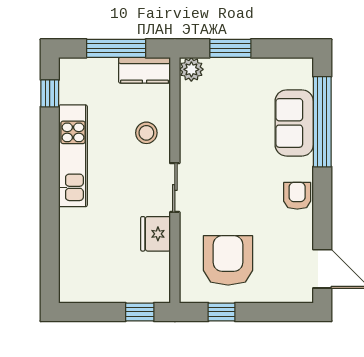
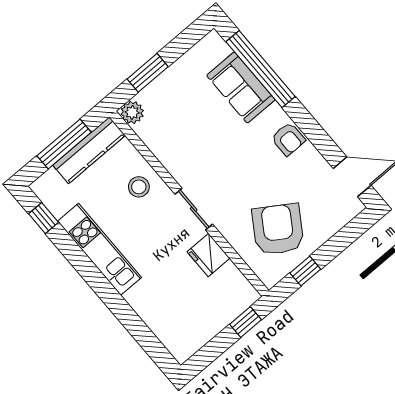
kitchen counter: (145, 70) -> (89, 150), width x1.50
armchair: (297, 196) -> (288, 139), turned 180
armchair: (228, 260) -> (278, 229), turned 33

